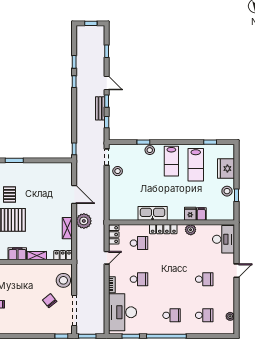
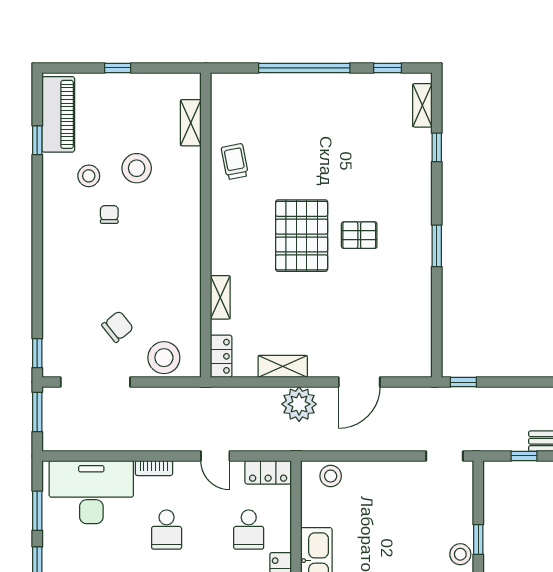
stool: (118, 171) -> (331, 476), moved
filing cabinet: (17, 254) -> (224, 253), removed

